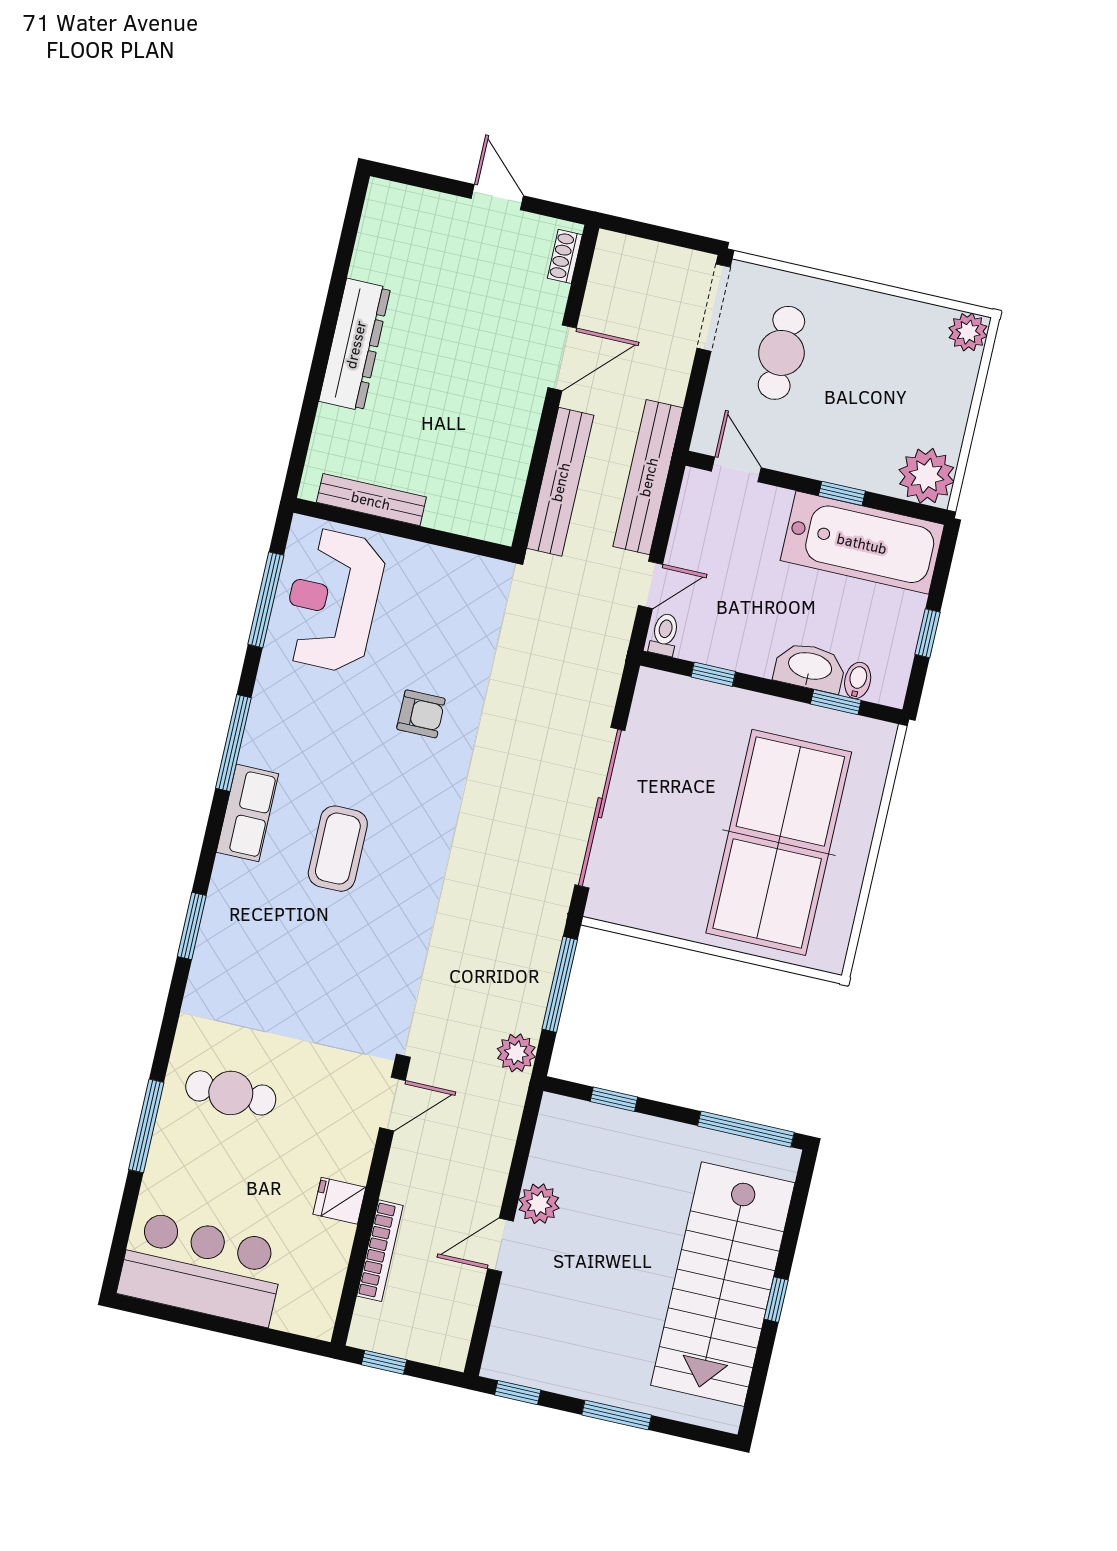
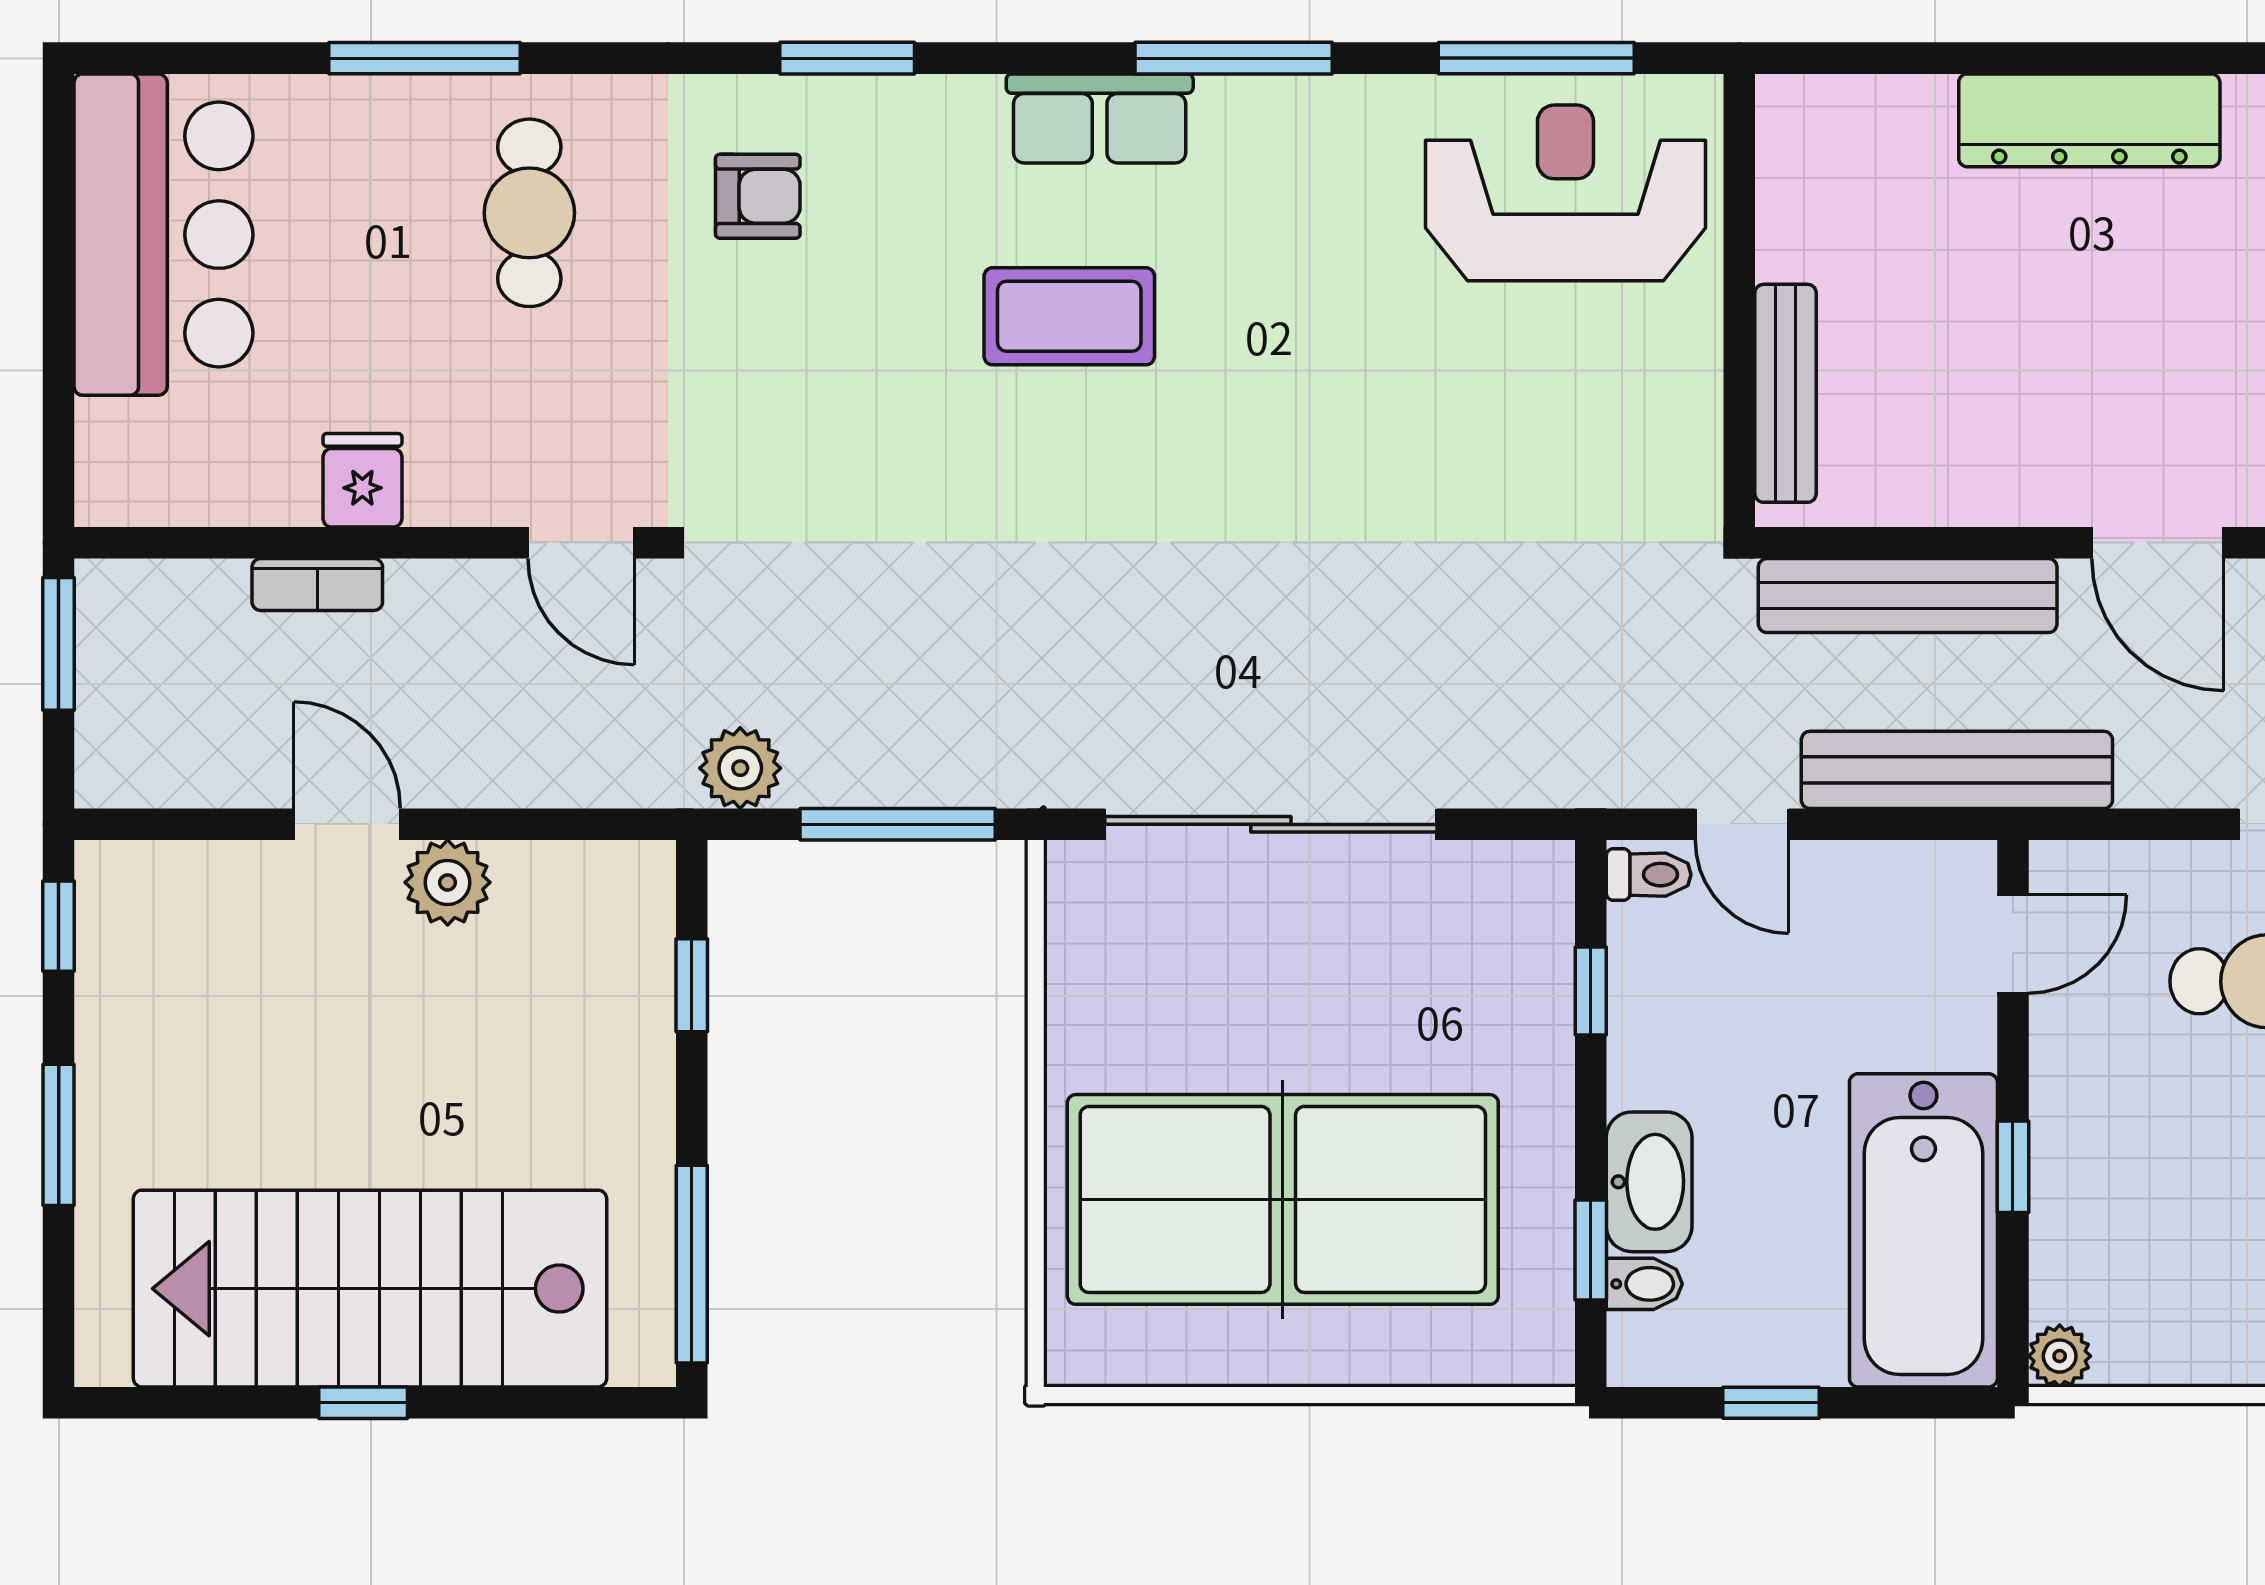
plant: (927, 476) -> (2060, 1356), width x0.53, depth x0.53
bench: (371, 500) -> (1786, 393), moved
armchair: (421, 714) -> (758, 196), moved, turned -90
bookcase: (380, 1251) -> (317, 585), width x0.64
window: (384, 1362) -> (59, 644), width x1.50

